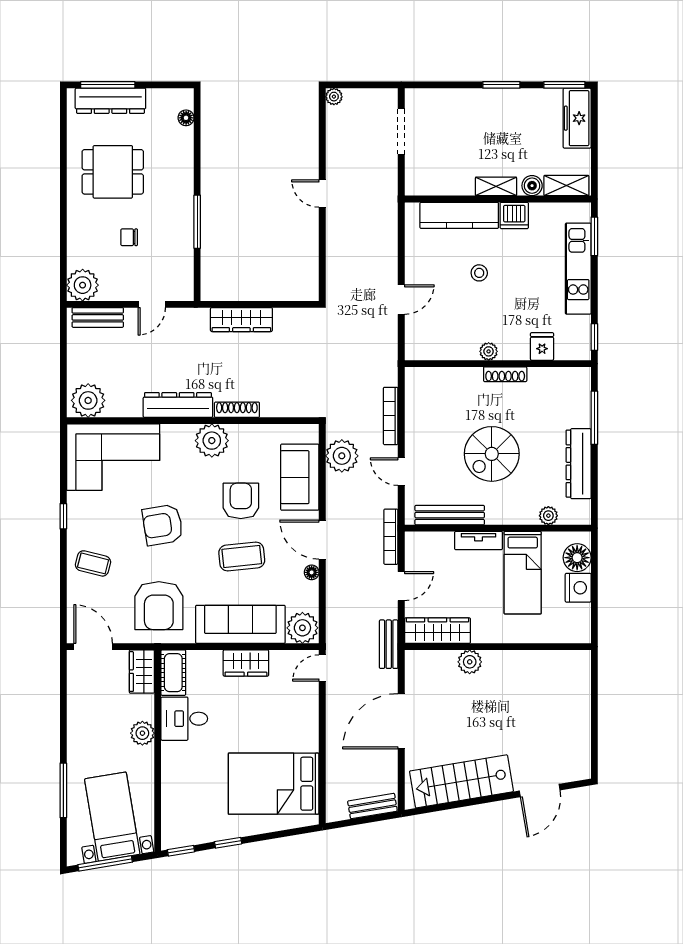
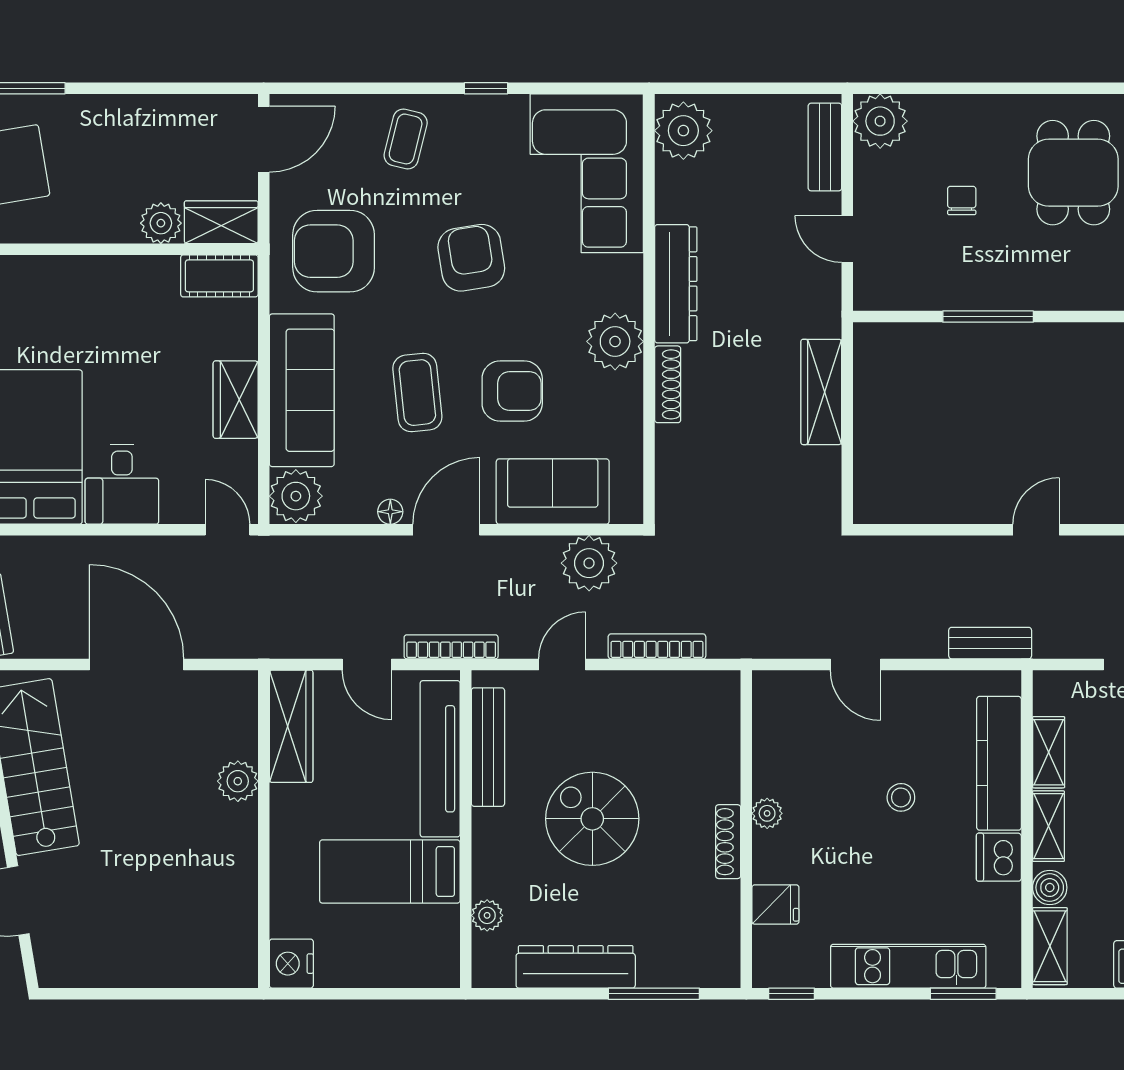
shelving: (453, 186) -> (1049, 752), added
tv unit: (478, 541) -> (440, 759), width x1.92, depth x1.29
floor lamp: (577, 558) -> (415, 964), removed
nightstand: (578, 588) -> (291, 964), moved, turned 90
bench: (389, 644) -> (990, 643), moved
desk: (184, 719) -> (122, 484), moved, turned 180
plant: (142, 733) -> (161, 223), moved

